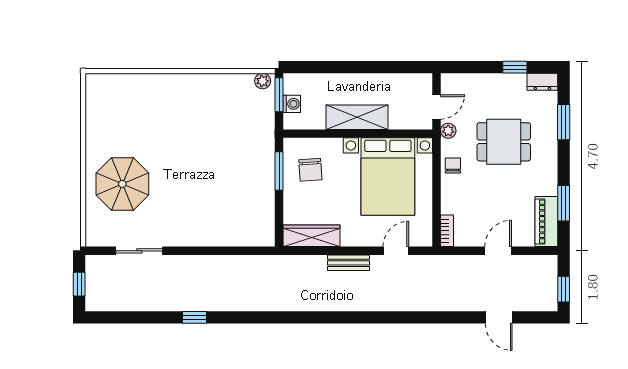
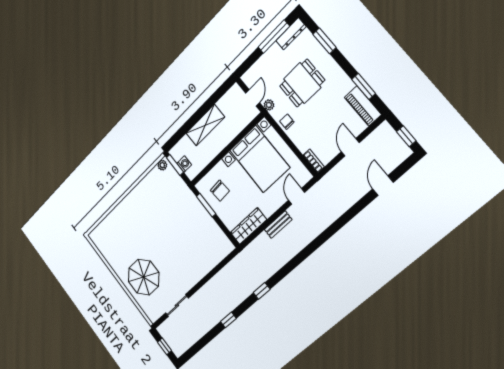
window: (515, 67) -> (274, 37), width x2.17
dresser: (542, 82) -> (291, 34), width x1.44
shelving: (357, 117) -> (205, 125), moved
window: (266, 317) -> (262, 291), added
door: (499, 317) -> (383, 186), swing flipped

